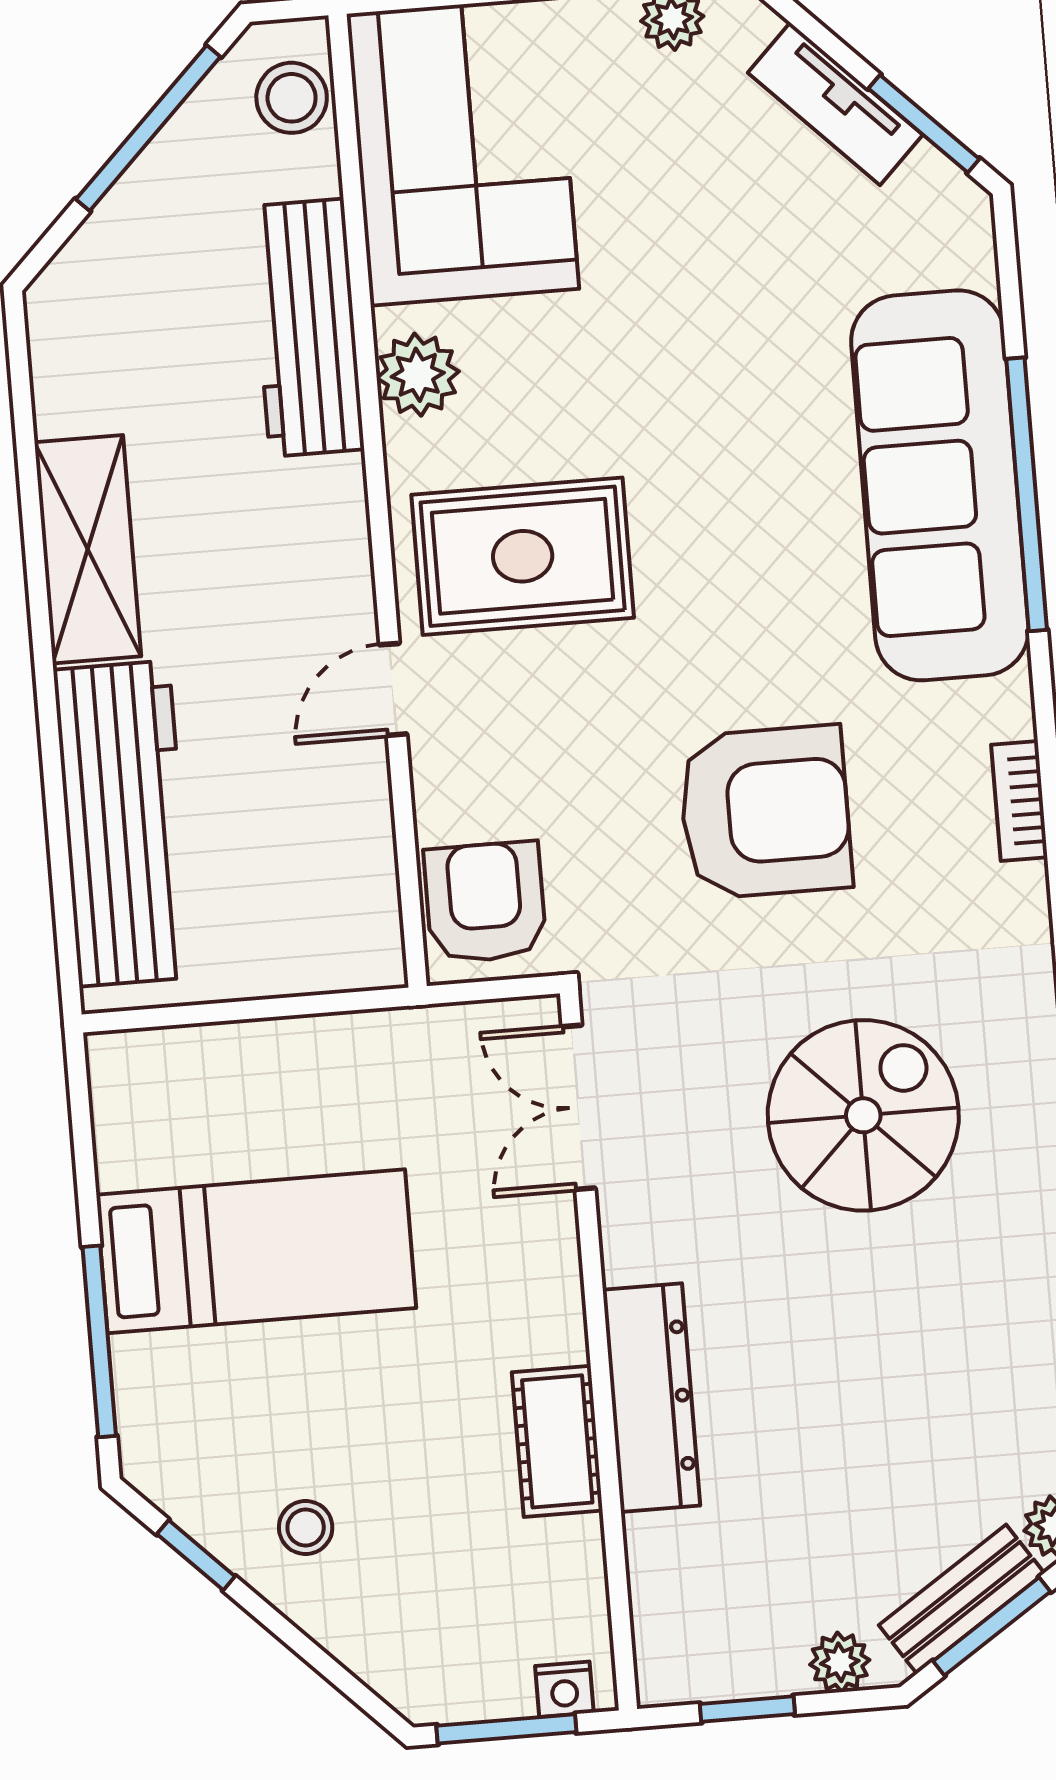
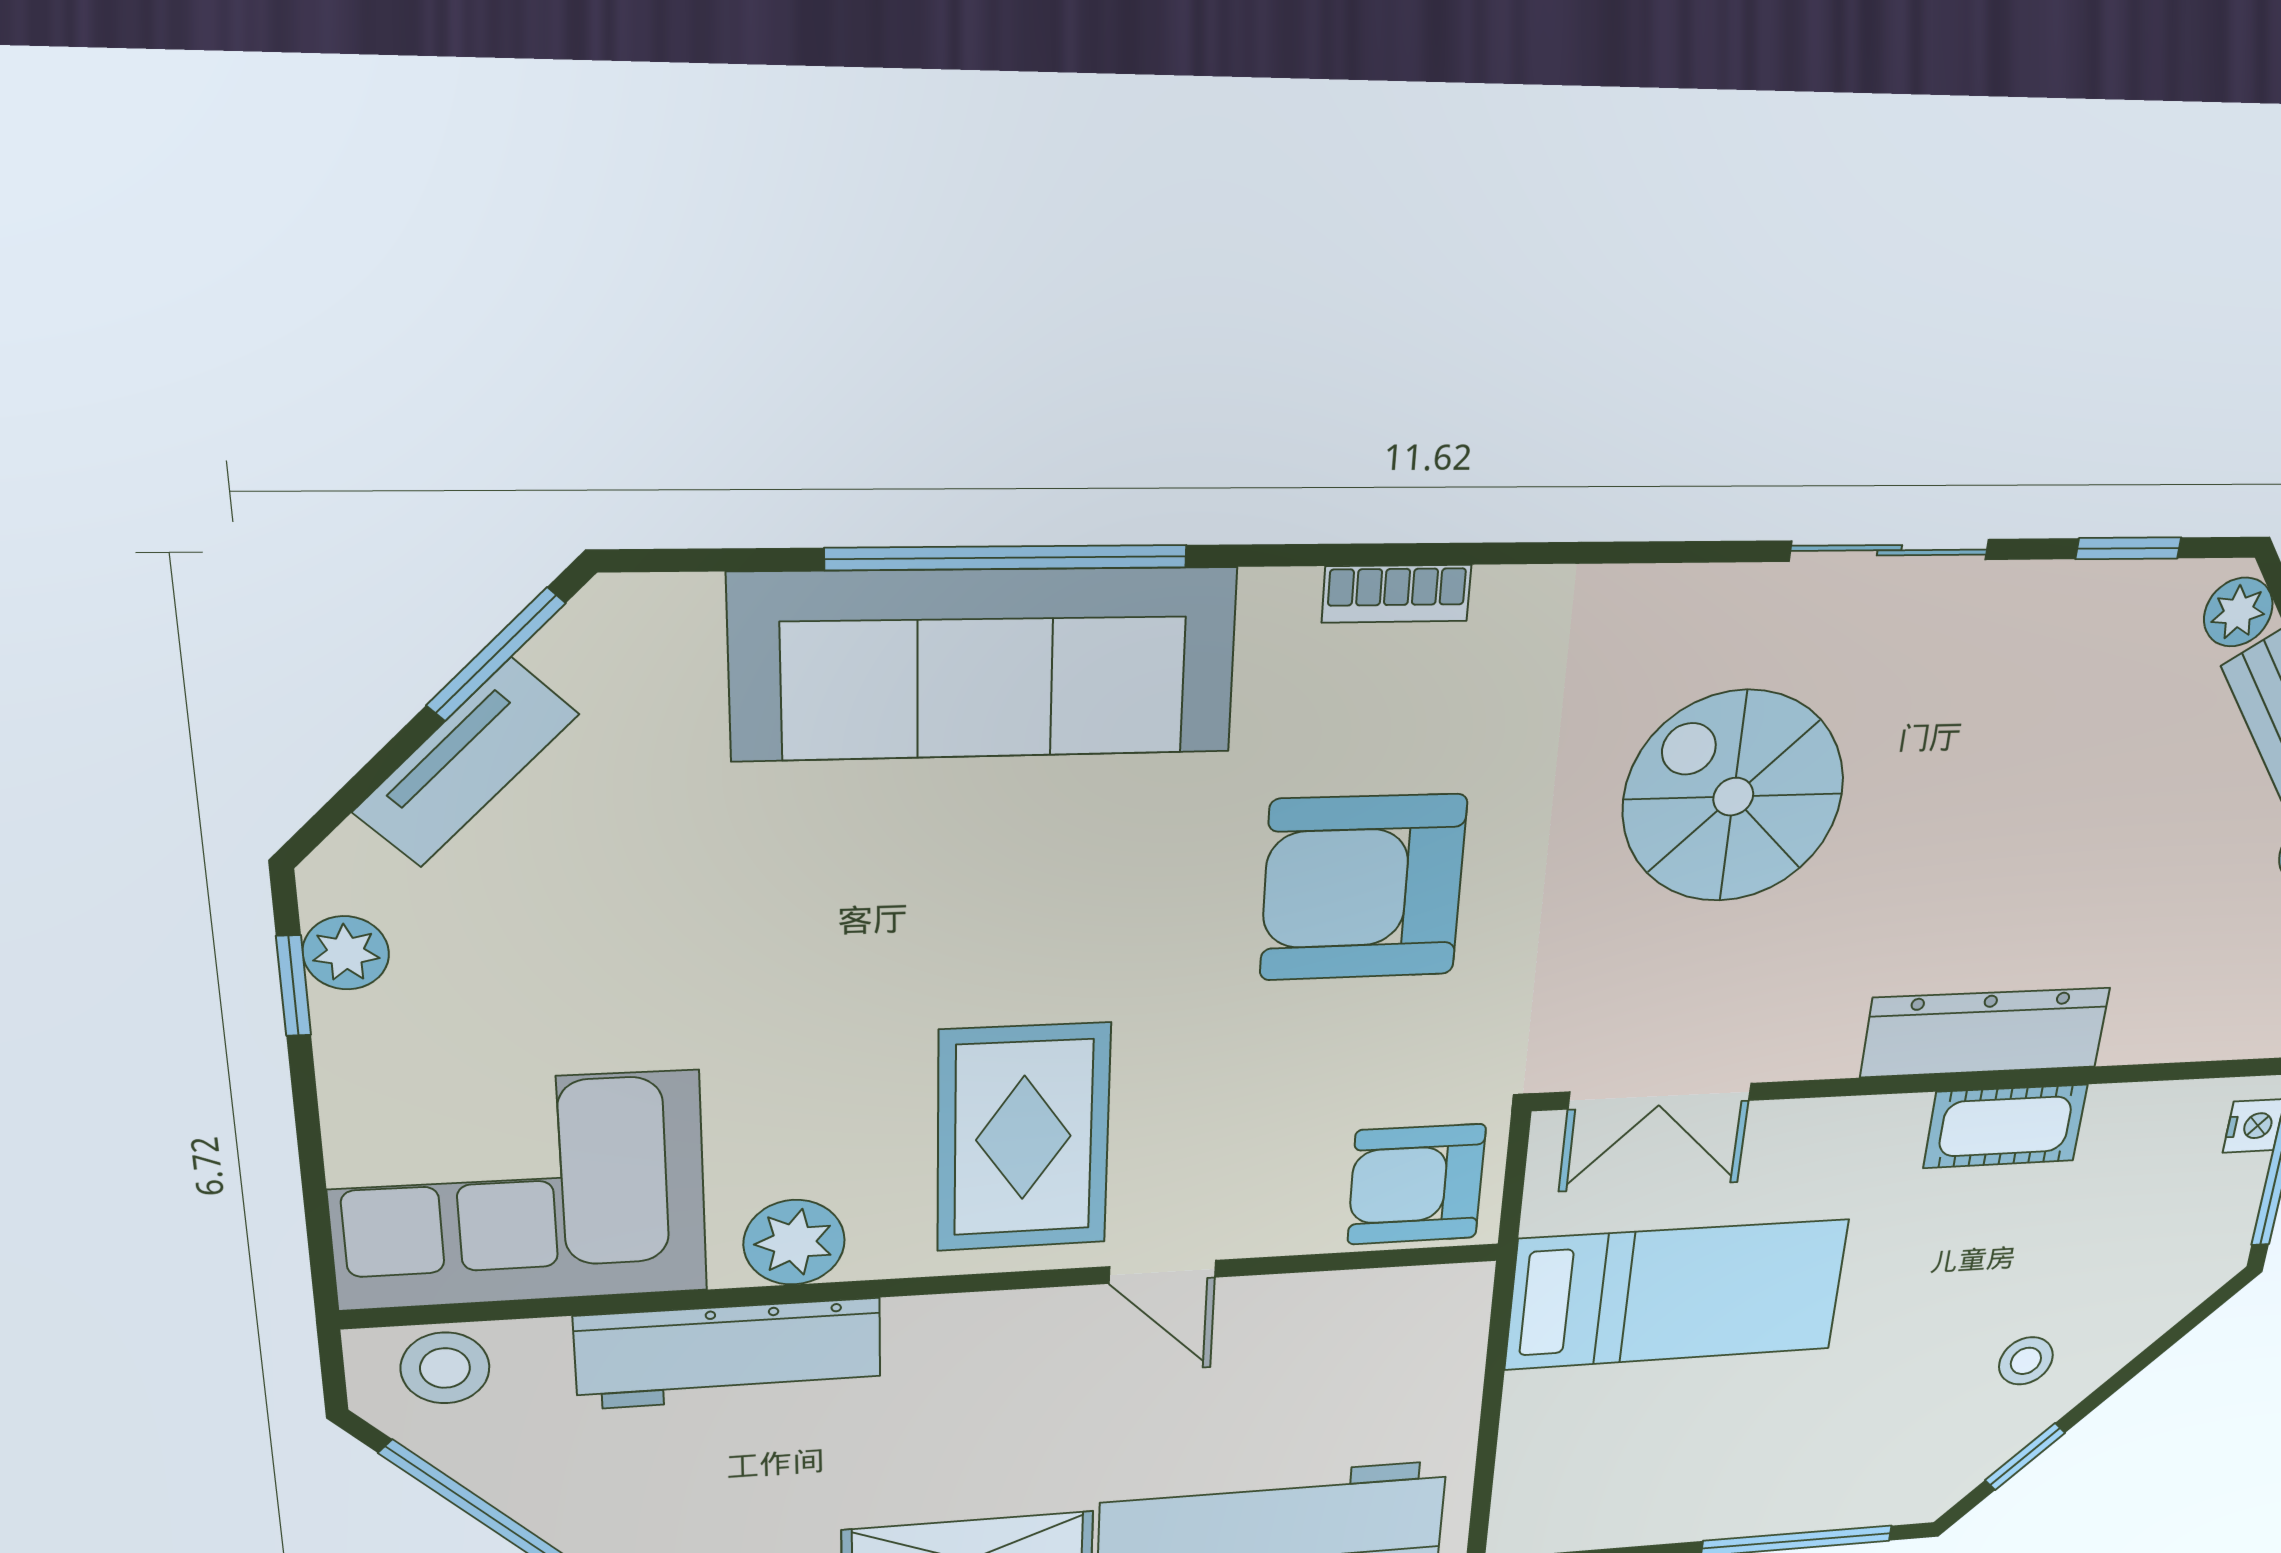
armchair: (765, 812) -> (1363, 888), turned -90
bed: (256, 1251) -> (1677, 1295), moved, turned 90

